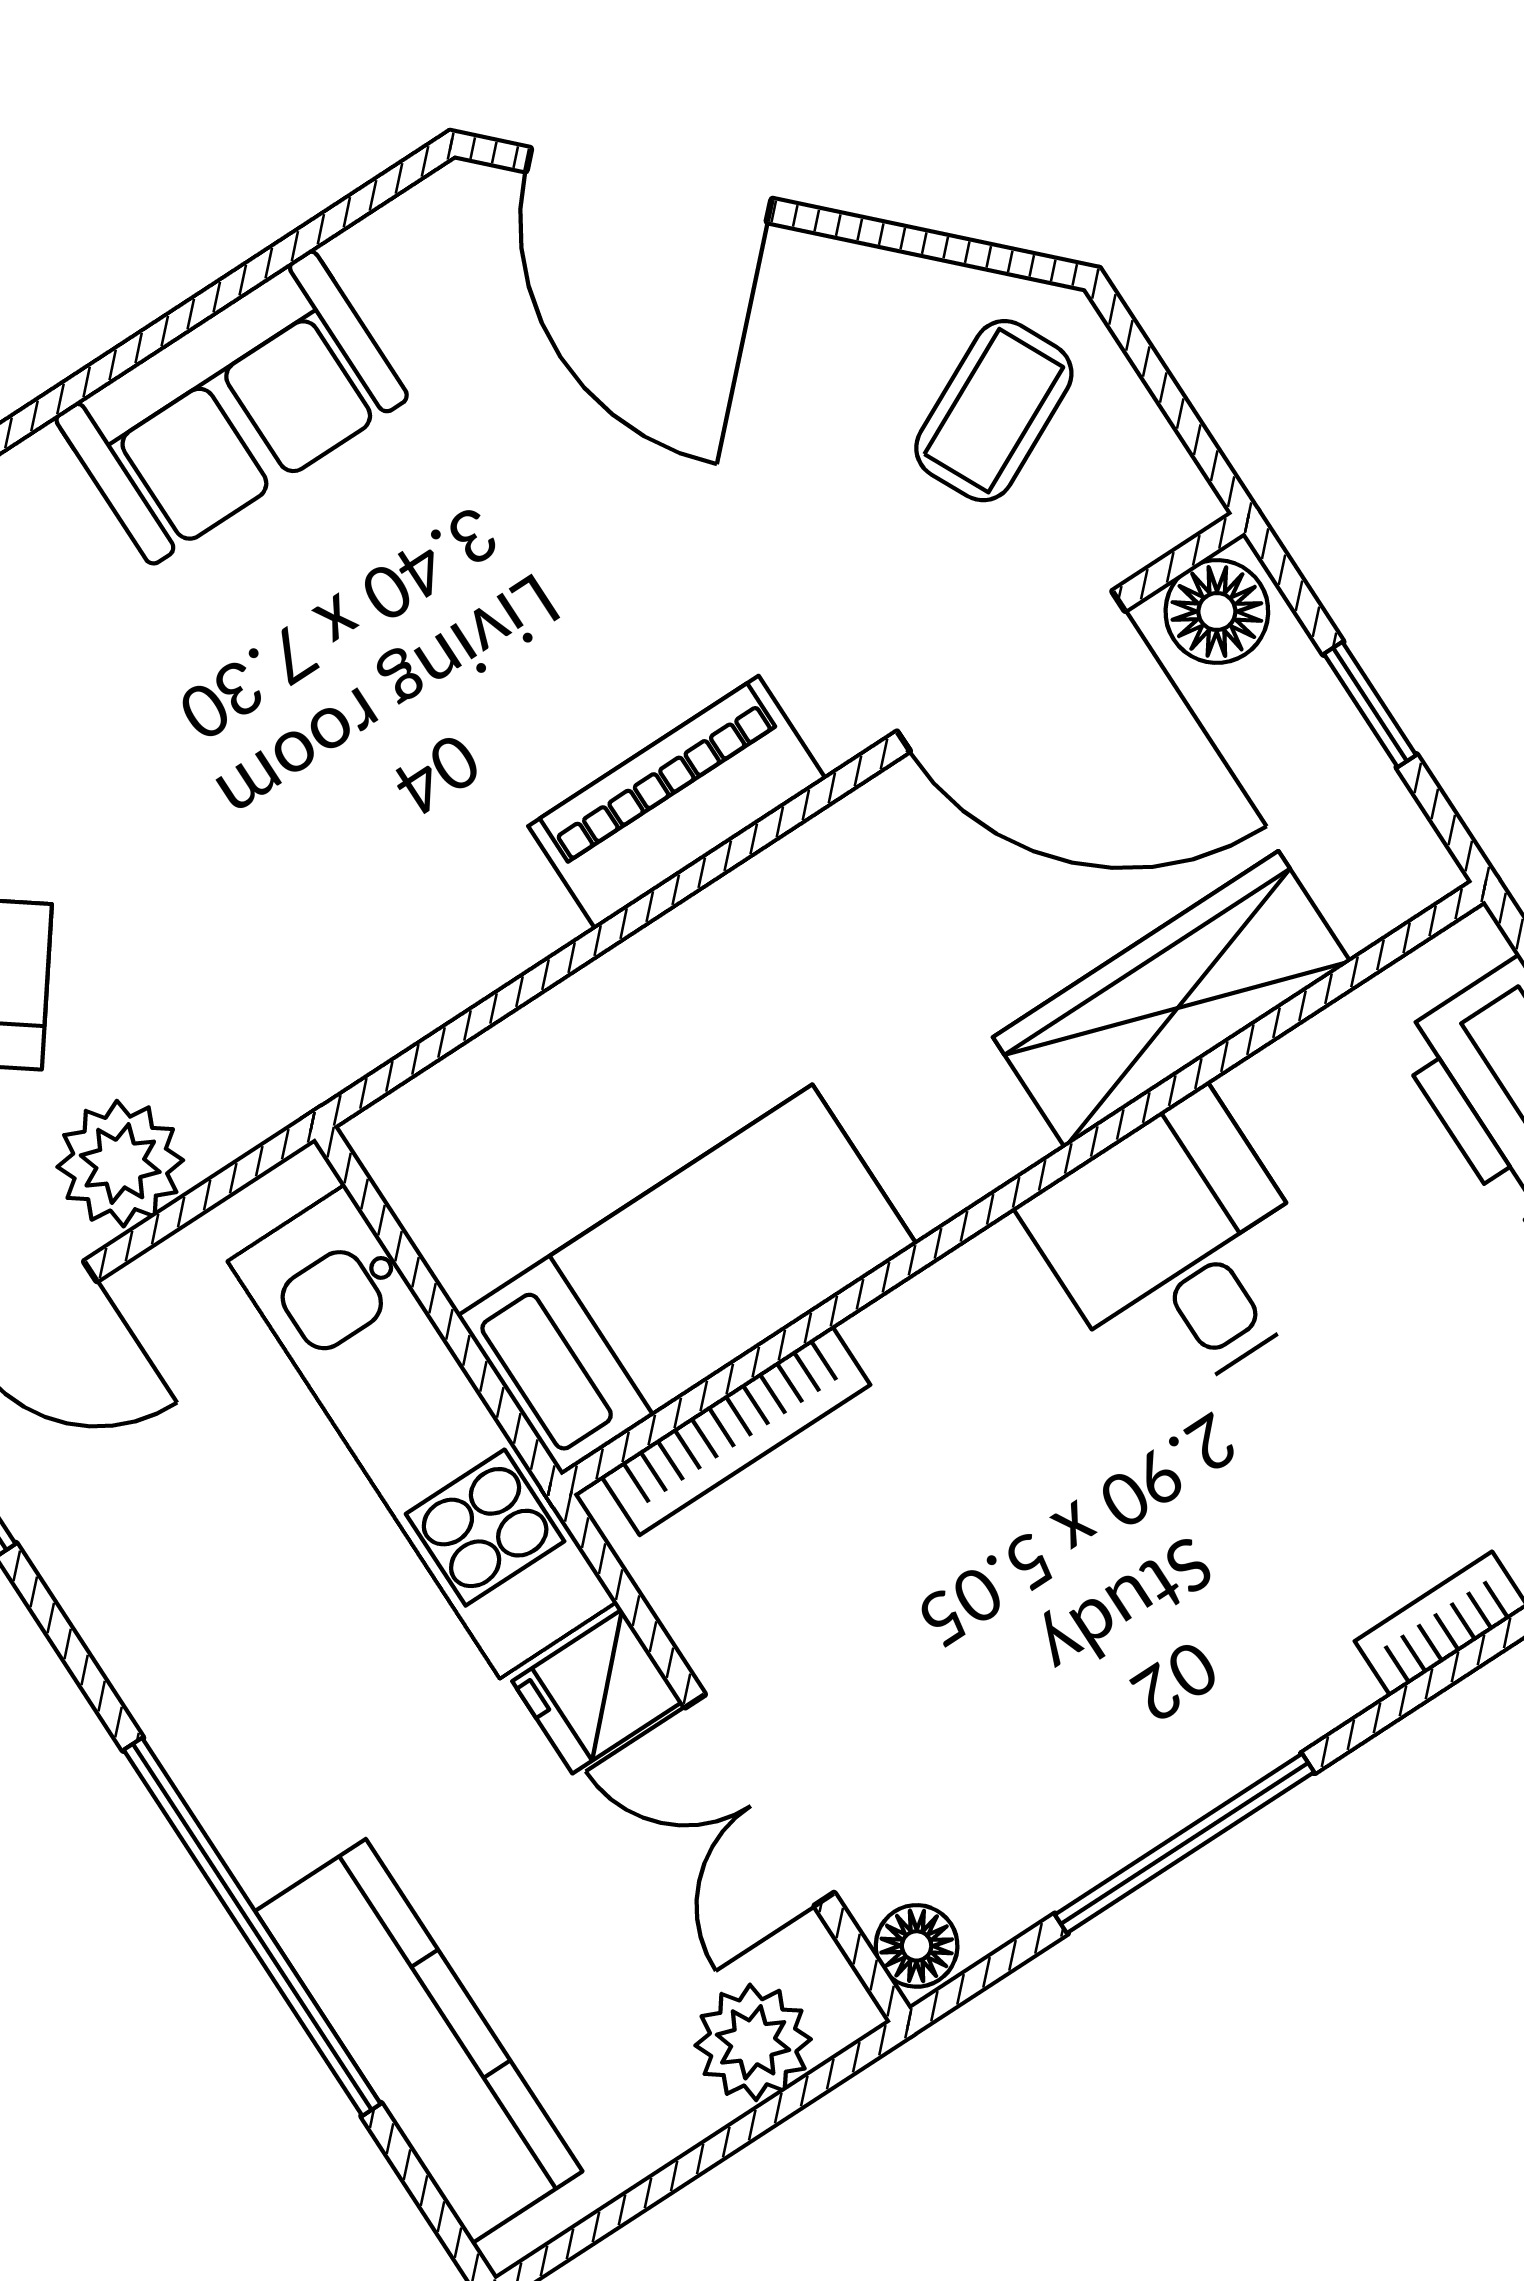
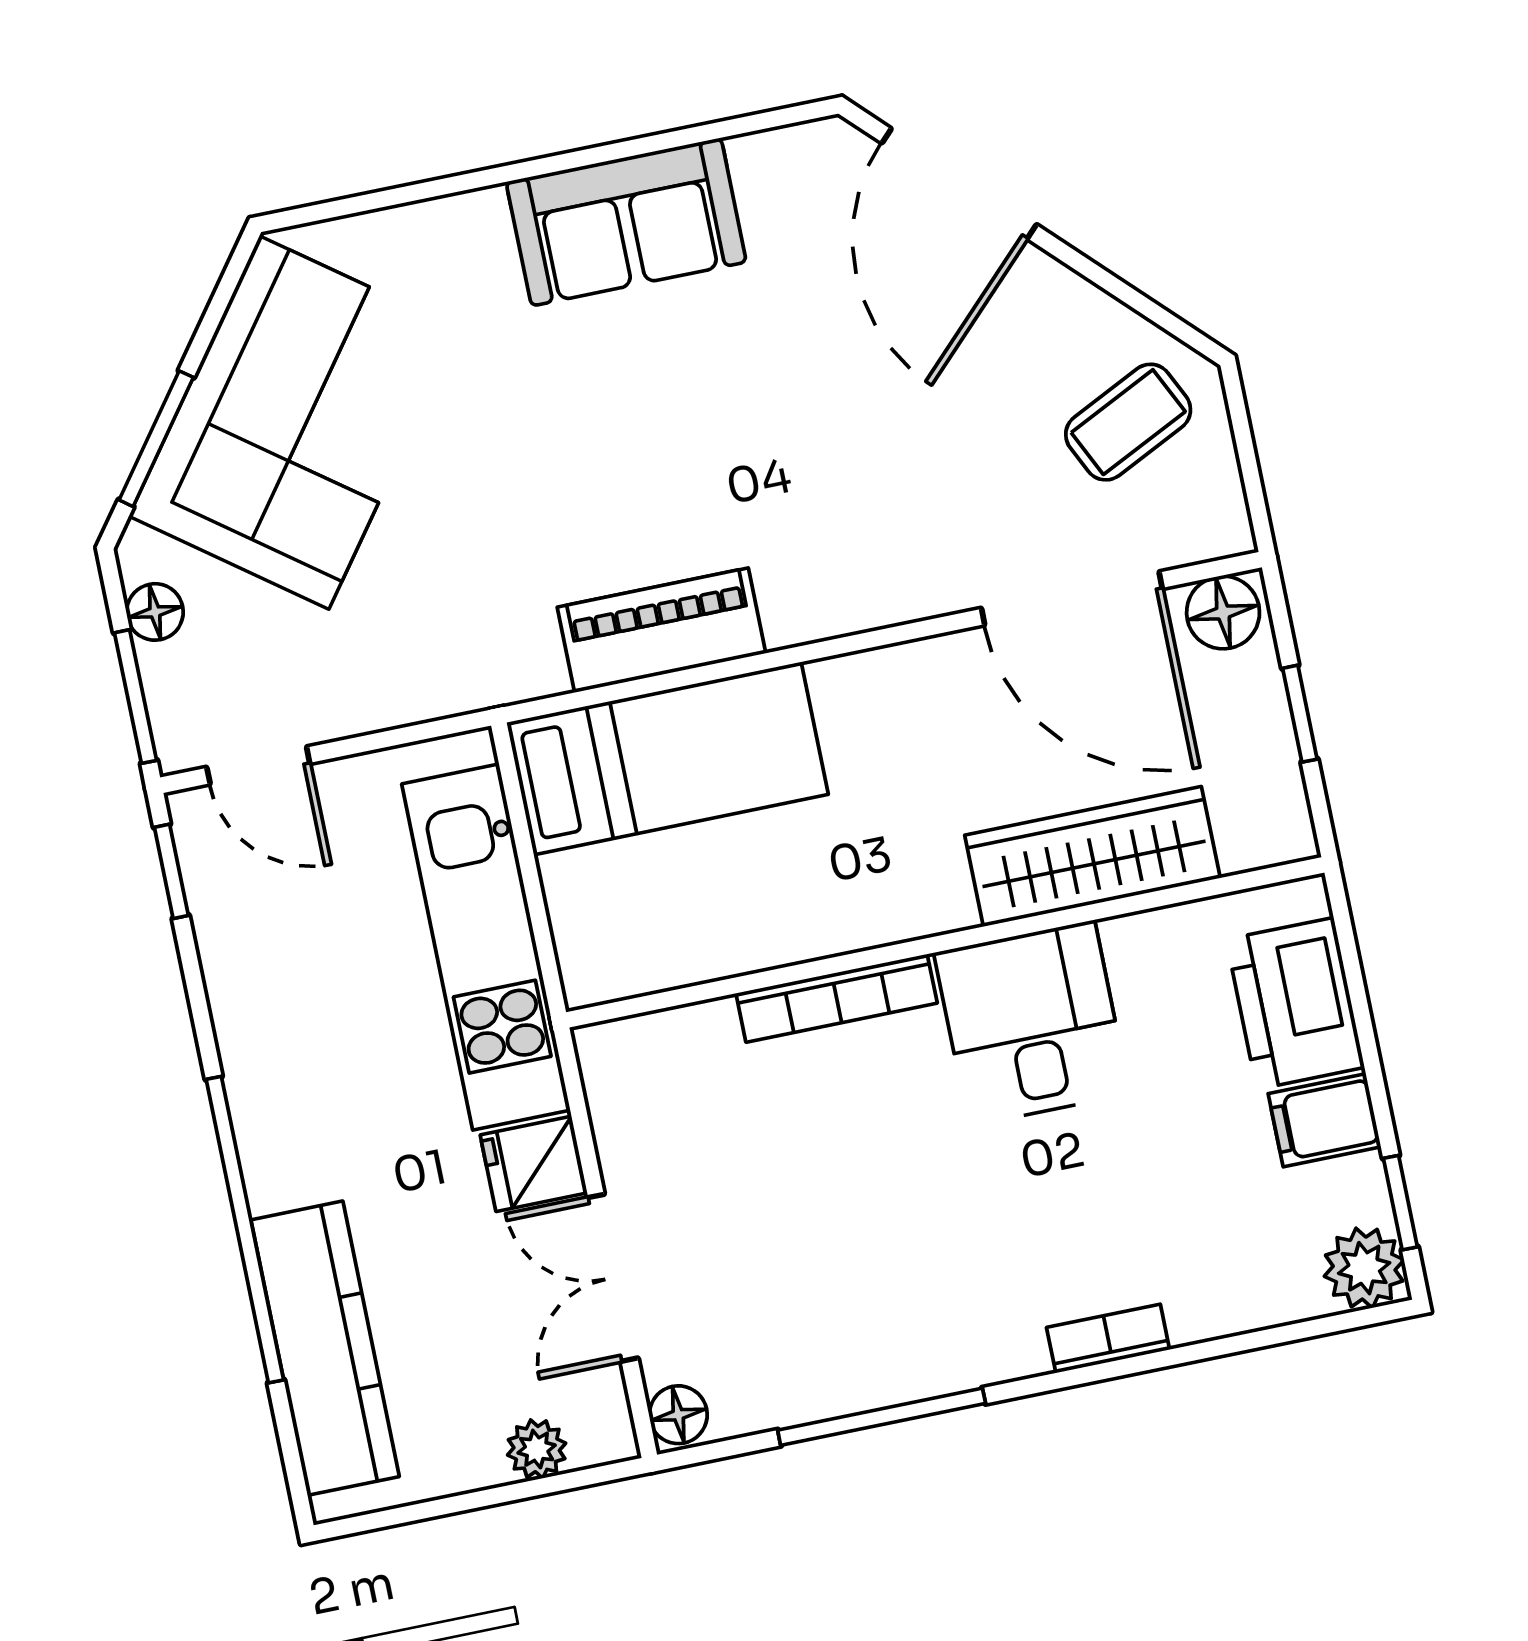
piano: (677, 802) -> (662, 630), moved
plant: (120, 1164) -> (356, 692), removed
bed: (687, 1280) -> (667, 758), moved
bookcase: (736, 1430) -> (837, 998), moved
plant: (753, 2042) -> (537, 1449), width x0.73, depth x0.73

